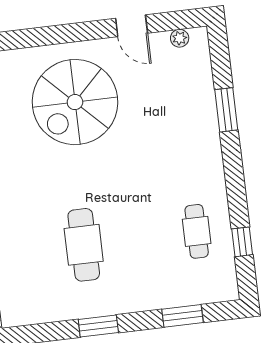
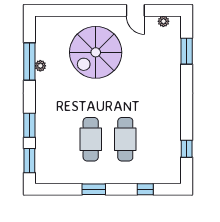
window: (226, 110) -> (187, 51), moved
cafe table: (197, 231) -> (125, 139), moved, width x1.37, depth x1.35
window: (182, 316) -> (145, 189), width x0.67

